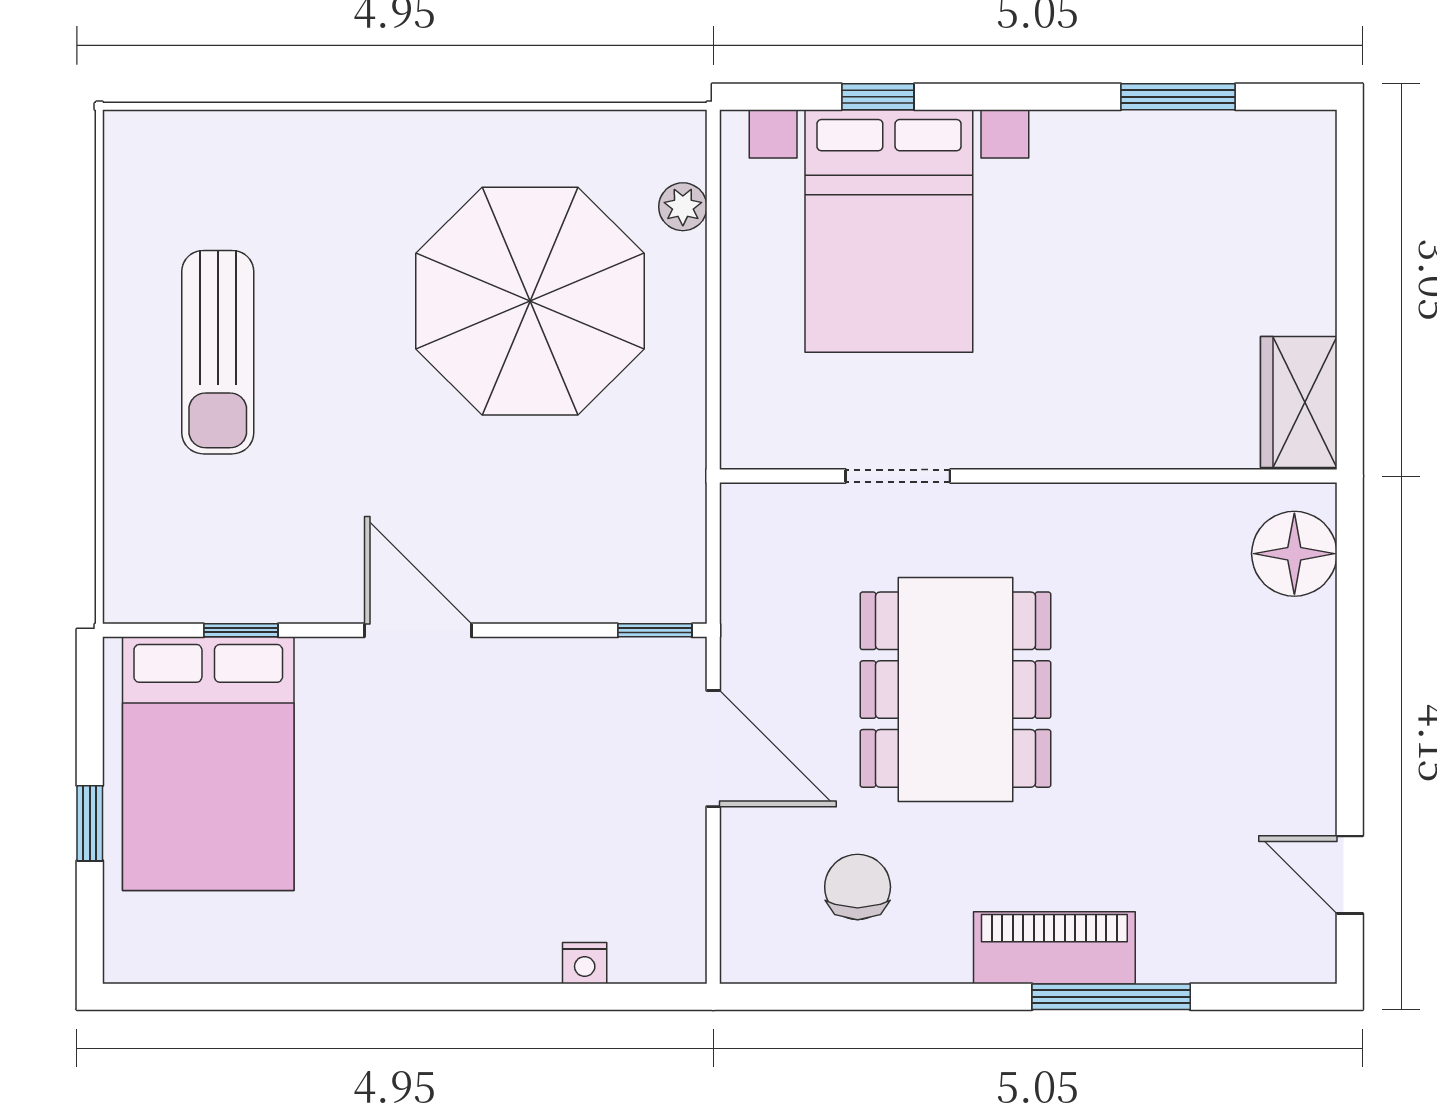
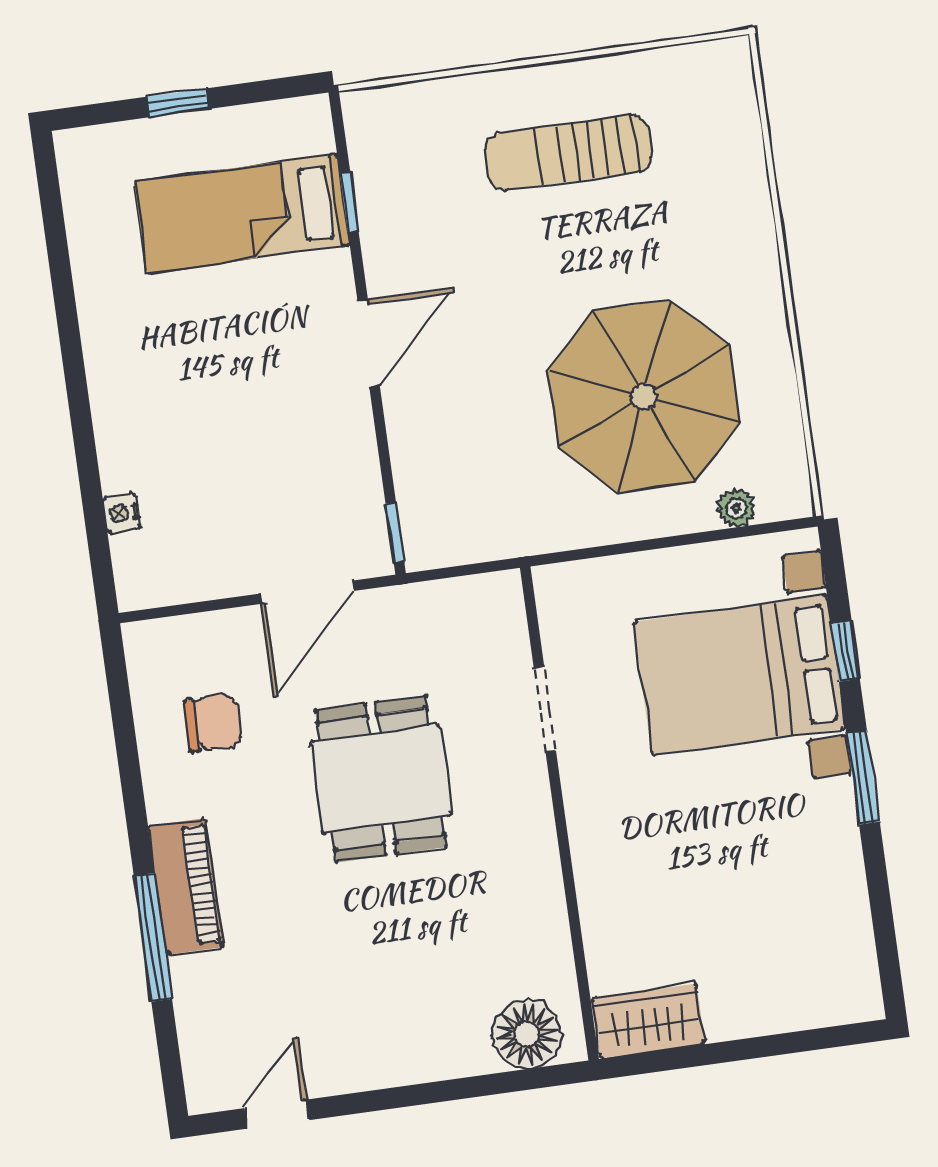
window: (1178, 97) -> (863, 778), moved
dining table: (955, 690) -> (381, 779), width x0.73
bed: (208, 764) -> (242, 214), width x0.67

